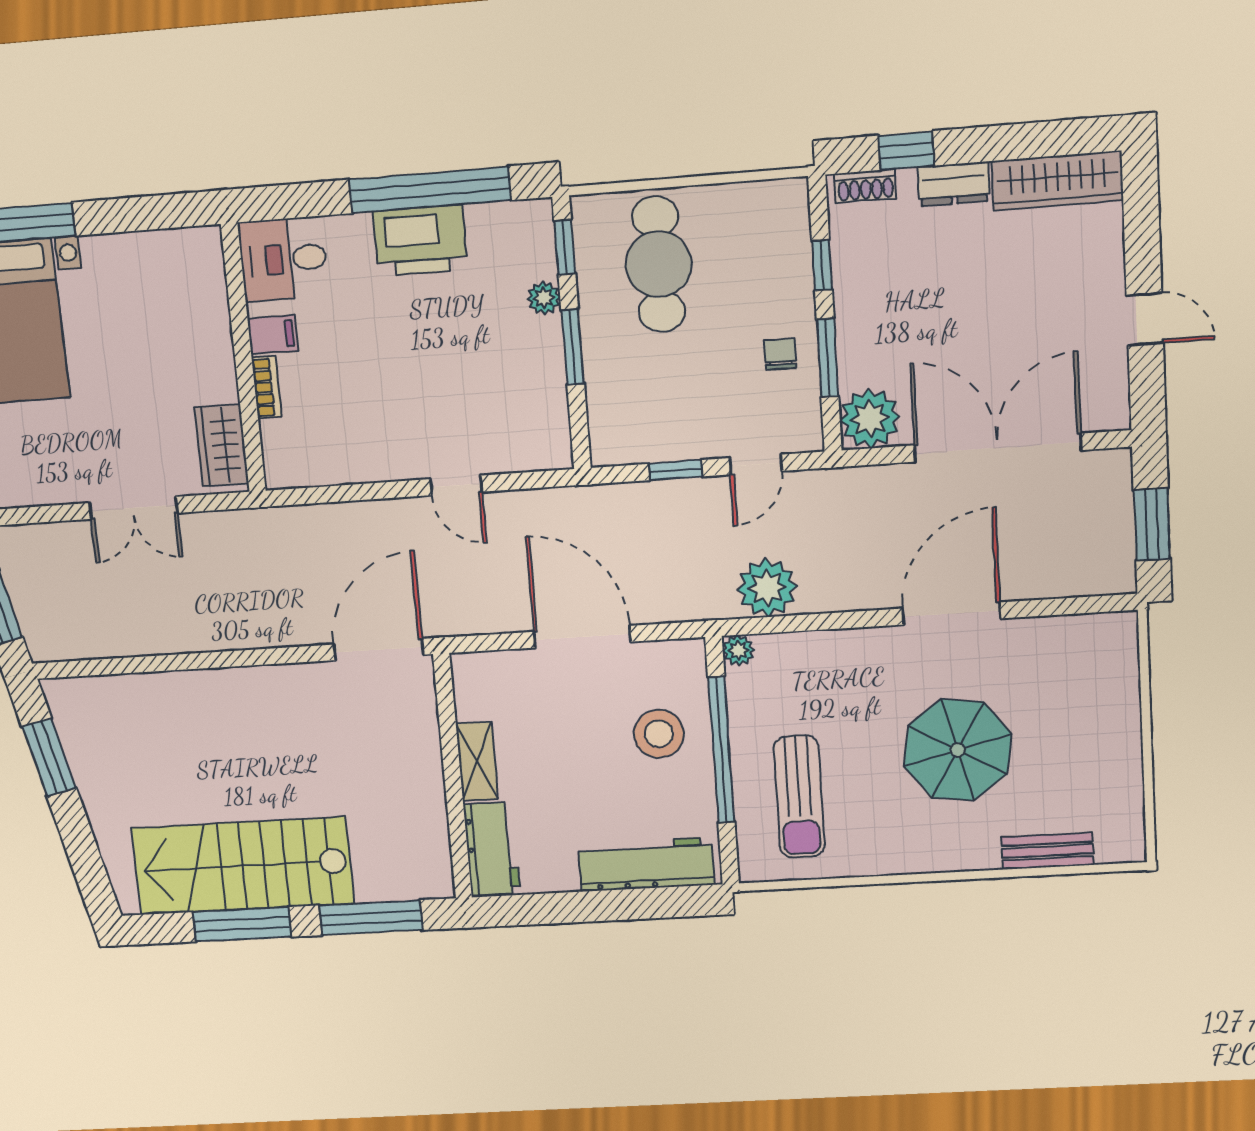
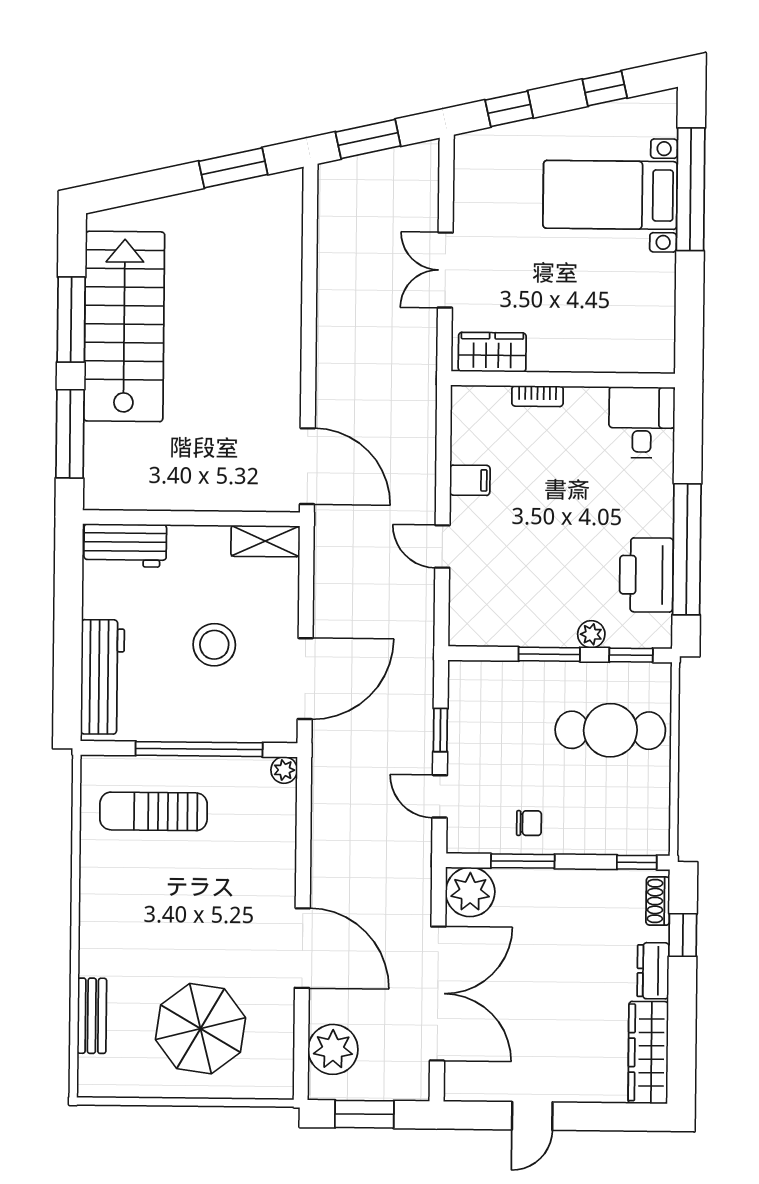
printer: (420, 240) -> (646, 575), moved
window: (822, 265) -> (637, 862), moved
filing cabinet: (273, 335) -> (470, 480), moved, turned -90
door: (456, 485) -> (442, 546), hinge flipped
plant: (767, 588) -> (333, 1049), moved
door: (582, 637) -> (305, 679), moved
stool: (659, 734) -> (214, 645), moved
parasol: (958, 750) -> (201, 1029), moved
shelving: (477, 761) -> (265, 541), moved

